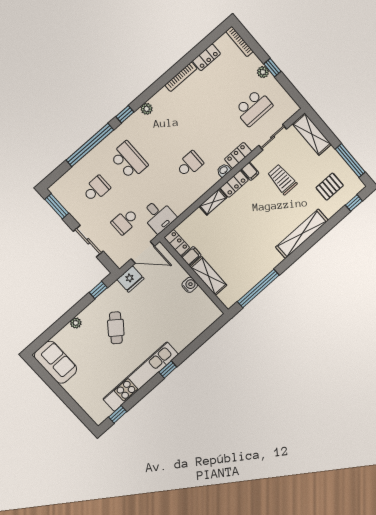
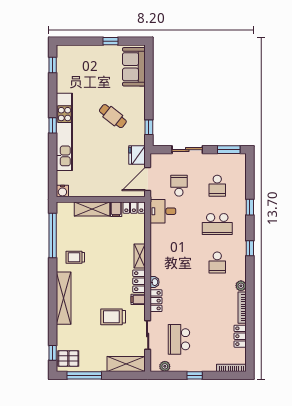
plant: (263, 72) -> (165, 366), moved
plant: (147, 109) -> (241, 286), moved
window: (90, 145) -> (250, 207), width x0.32
school desk: (190, 164) -> (217, 262), moved
trolley: (282, 179) -> (113, 317), turned 180
pallet: (330, 187) -> (68, 359), moved, turned 90
trolley: (260, 254) -> (75, 257), added
water cooler: (190, 285) -> (62, 191), moved
plant: (76, 323) -> (140, 93), removed
sofa: (56, 362) -> (134, 67), moved, turned 90
kitchen unit: (141, 377) -> (64, 132), moved
window: (54, 386) -> (111, 41), added

